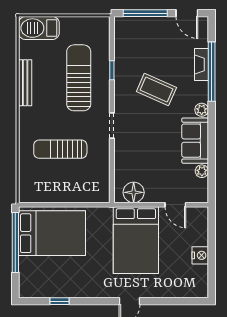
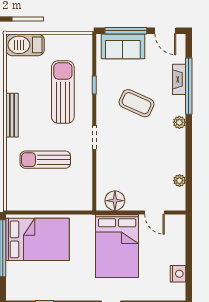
bench: (25, 83) -> (12, 115), moved
sofa: (195, 141) -> (123, 46), moved, turned -90
nightstand: (200, 255) -> (178, 274), moved

